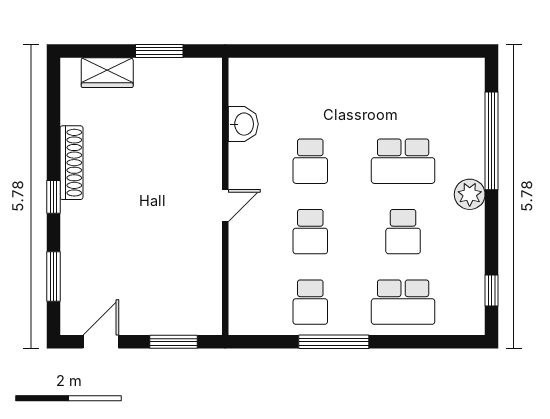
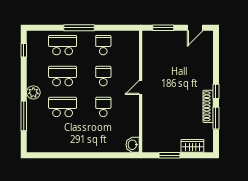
washbasin: (243, 124) -> (133, 145), moved
window: (492, 141) -> (24, 116), width x0.68
school desk: (403, 232) -> (63, 76), width x1.85
window: (53, 276) -> (216, 118), moved
window: (334, 342) -> (79, 28), moved

